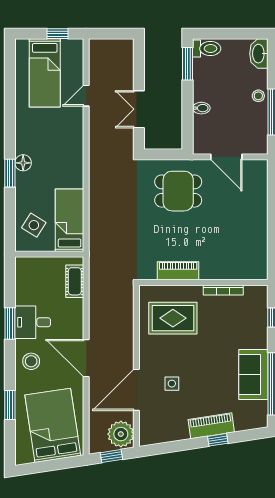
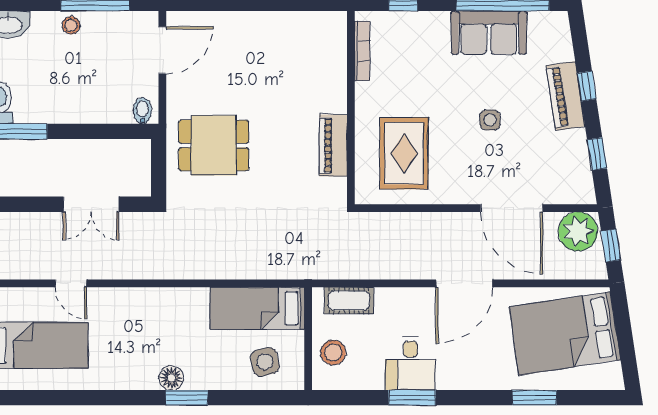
bidet: (201, 108) -> (142, 111), moved
door: (226, 157) -> (162, 50), moved
dining table: (178, 191) -> (214, 145), turned 90
side table: (34, 225) -> (265, 362), turned 45
bookcase: (223, 290) -> (362, 51), moved
stool: (31, 361) -> (333, 353), moved
side table: (172, 384) -> (490, 120), moved
window: (173, 447) -> (597, 154), added

